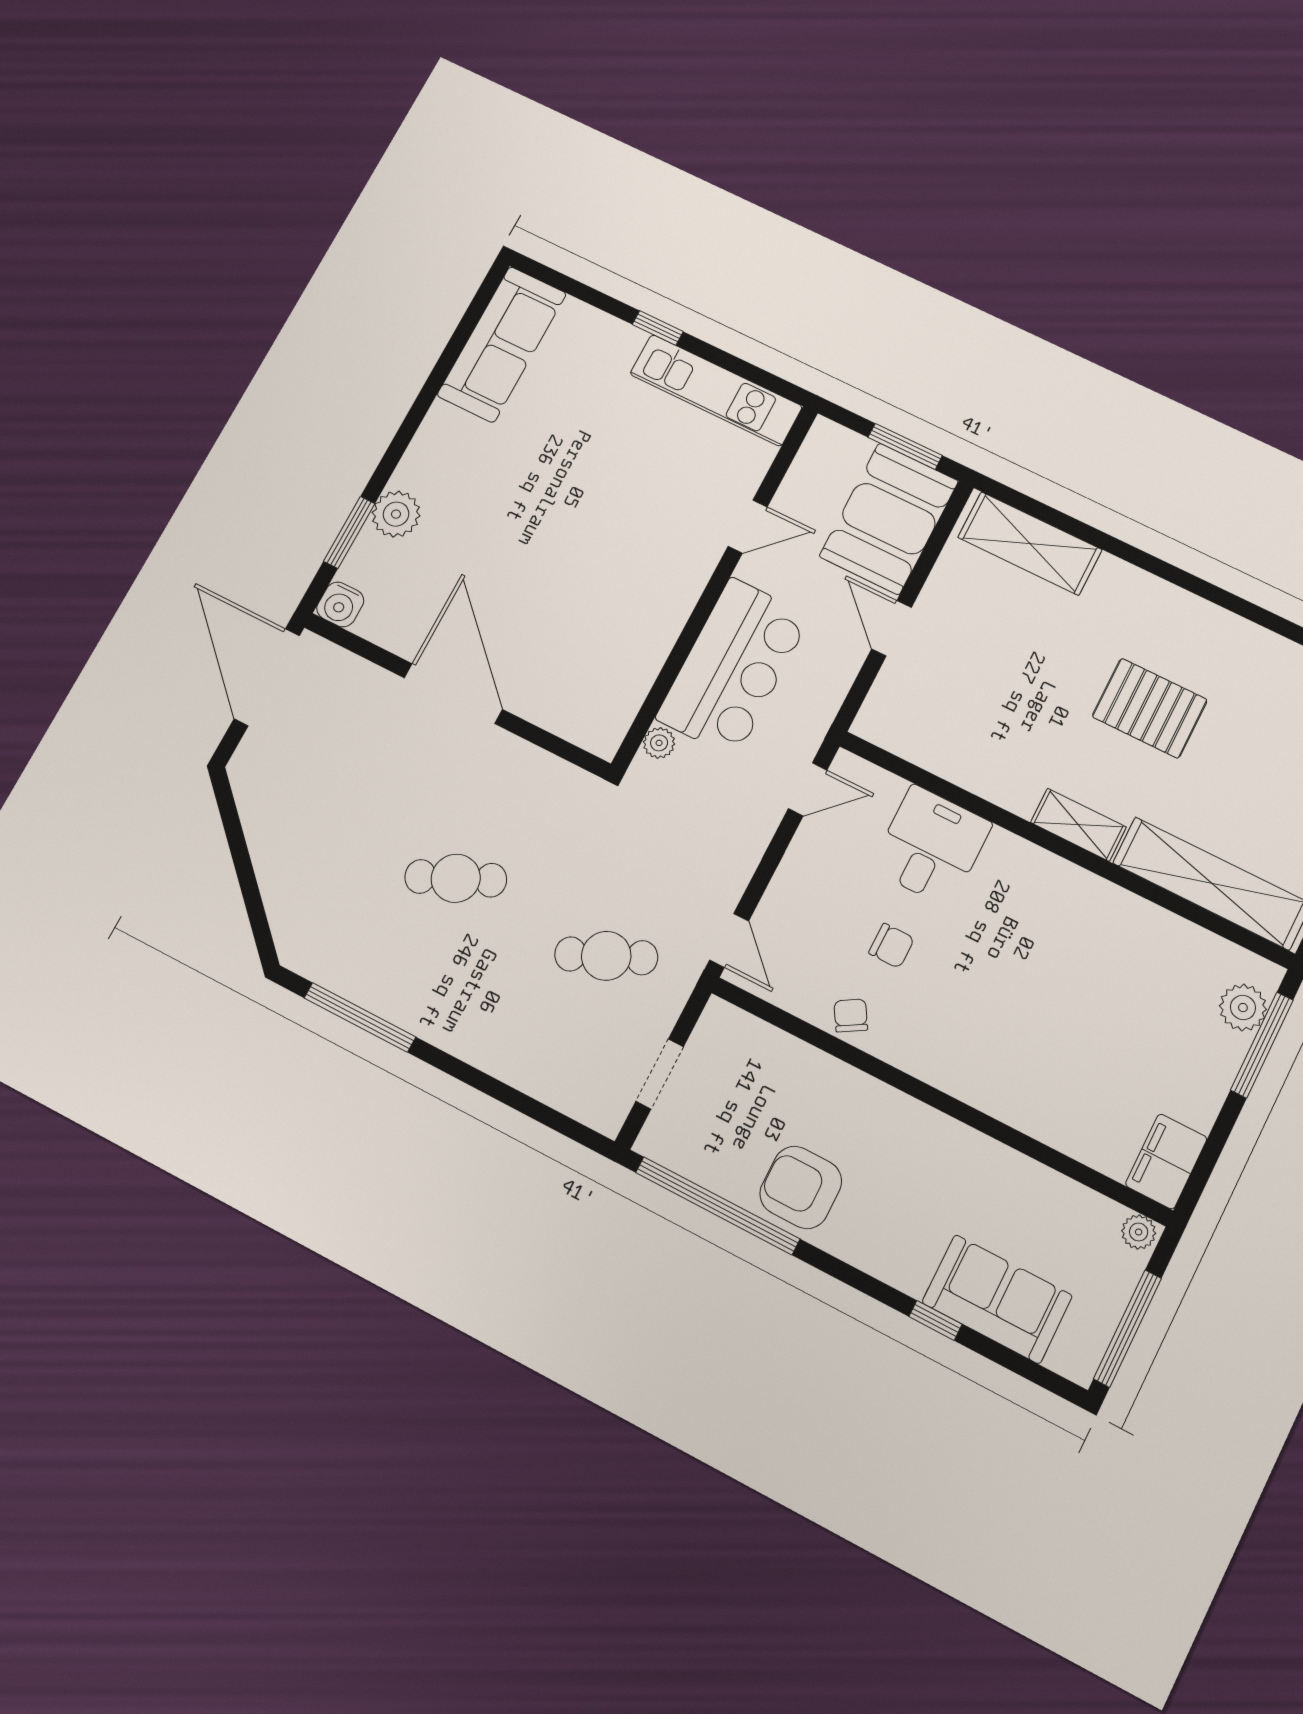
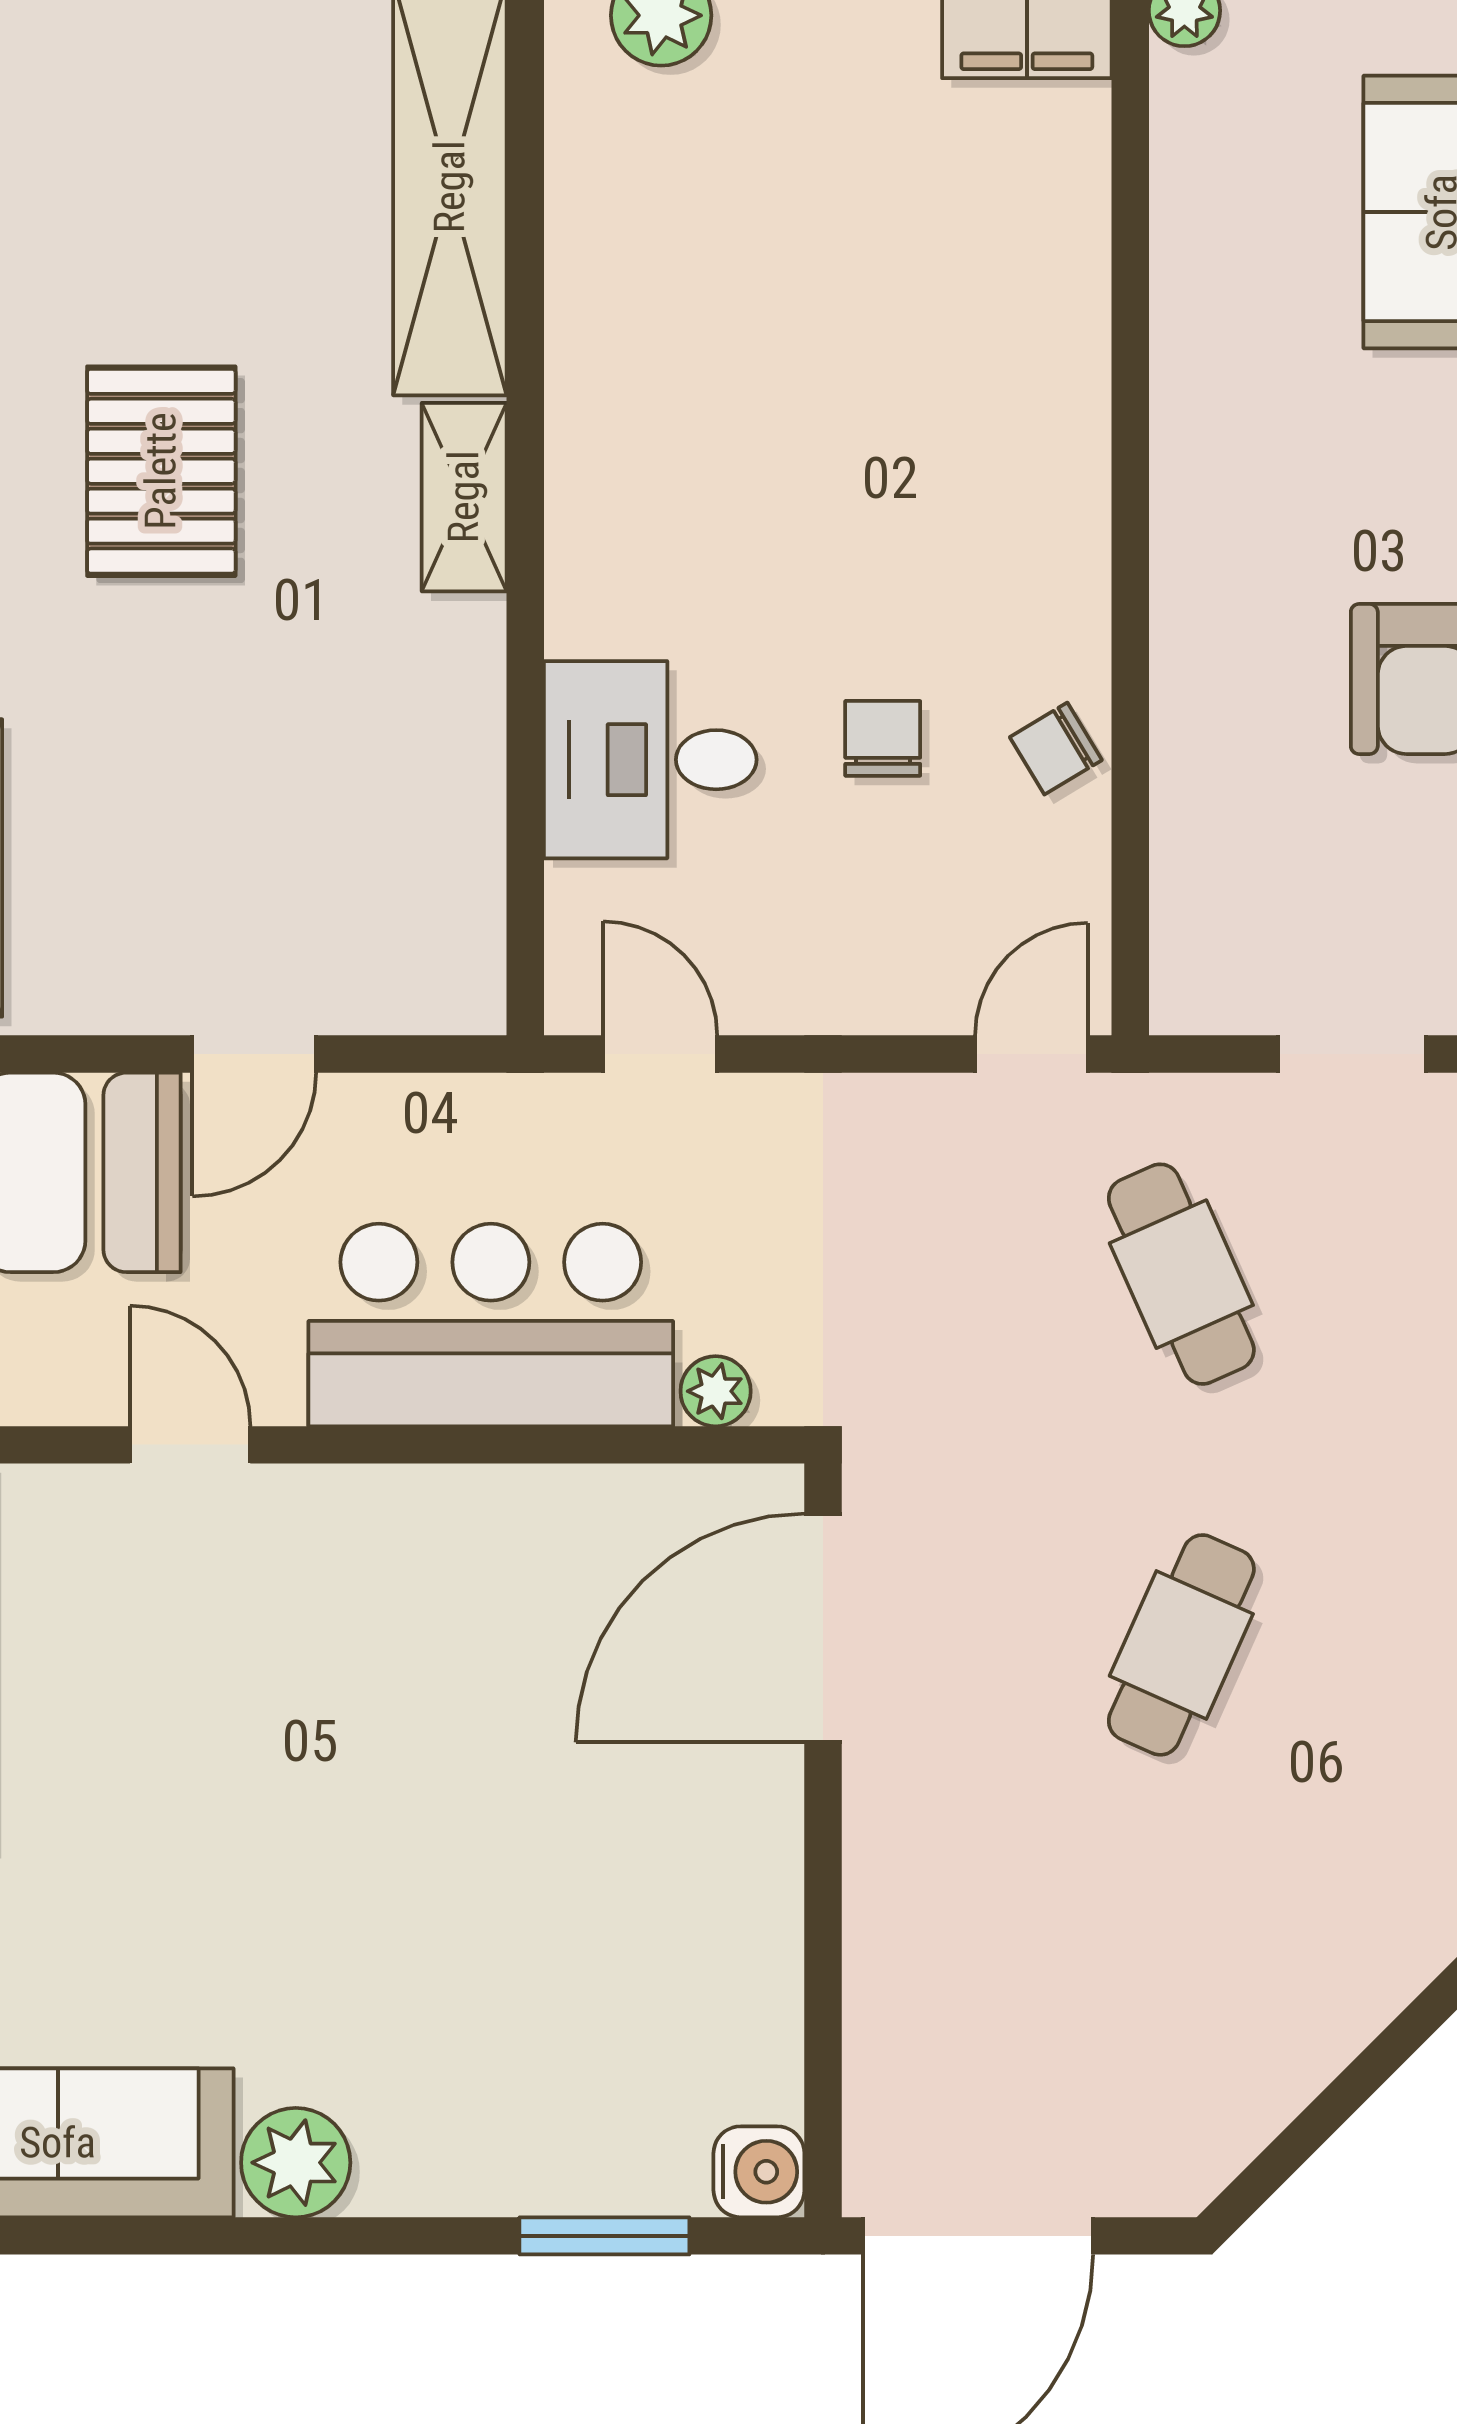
plant: (396, 514) -> (296, 2163), moved
door: (453, 694) -> (823, 1628), moved
cafe table: (456, 878) -> (1181, 1645), turned 48

